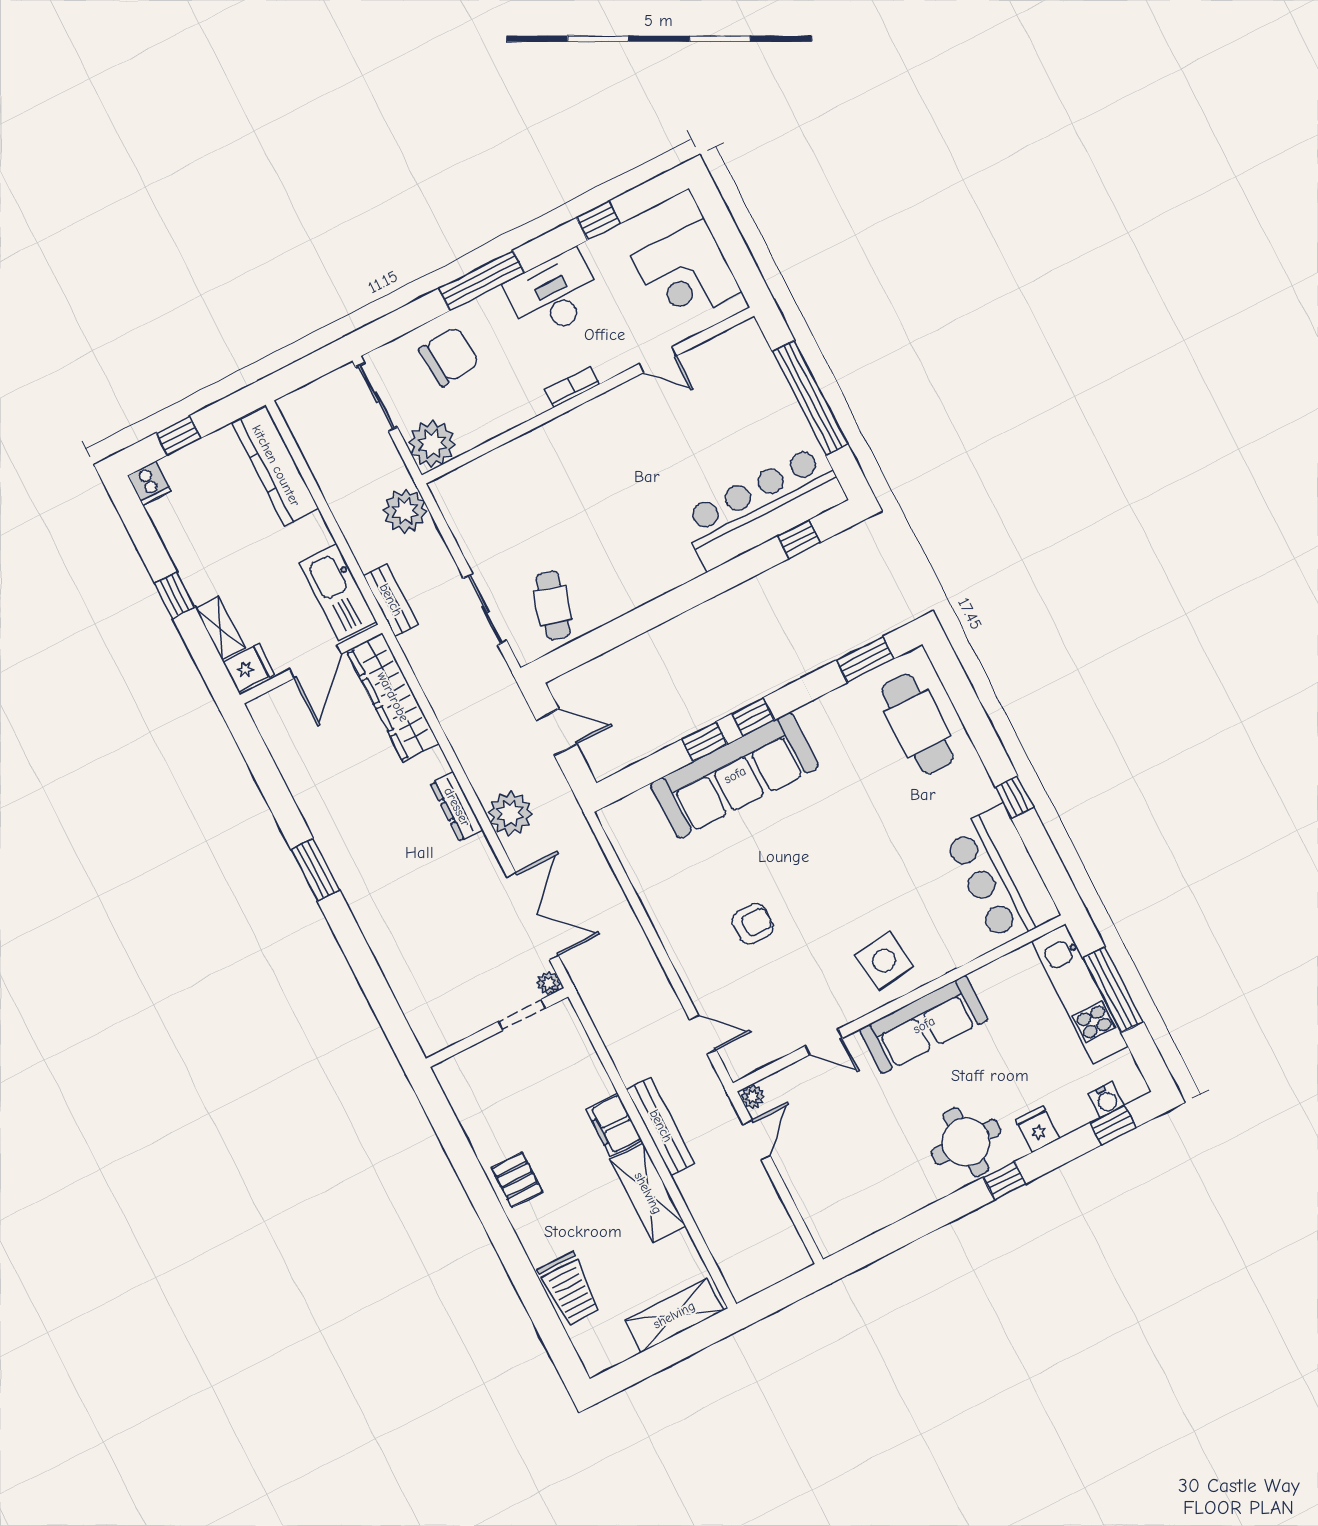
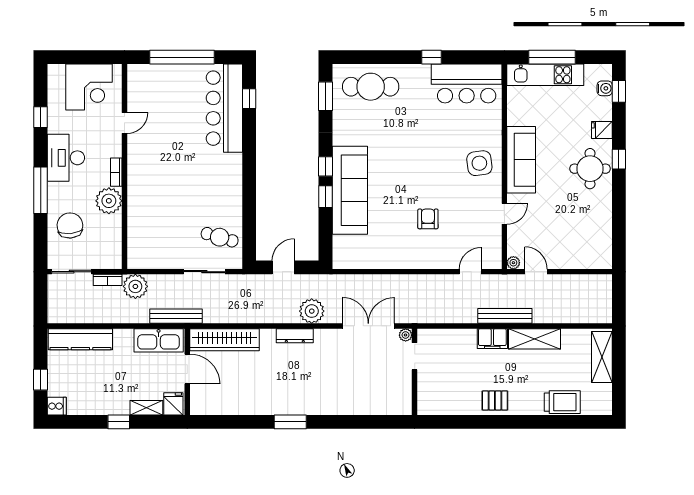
plant: (432, 444) -> (109, 201), moved
bookcase: (393, 461) -> (108, 280), added
bench: (391, 600) -> (176, 316), width x1.36

